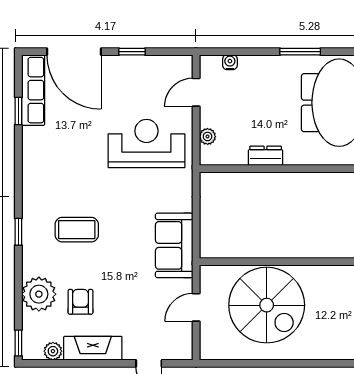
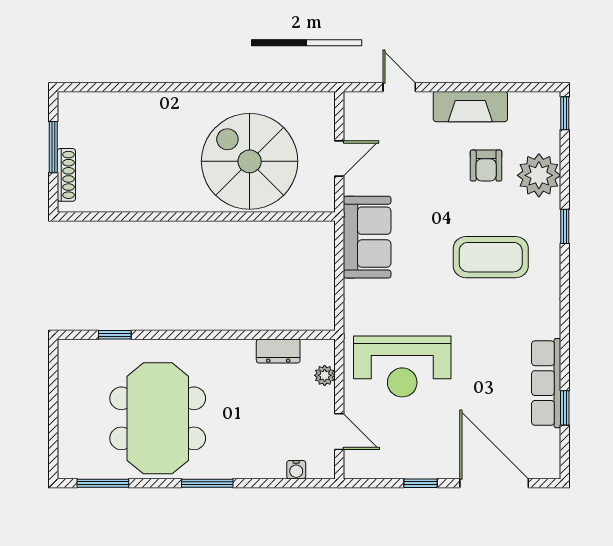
row of seats: (33, 90) -> (546, 383), moved
door: (196, 92) -> (339, 432), hinge flipped
dresser: (266, 156) -> (278, 351), moved
coffee table: (77, 230) -> (491, 257), width x1.36, depth x1.32
window: (18, 232) -> (565, 226), moved
plant: (53, 351) -> (521, 103), removed

